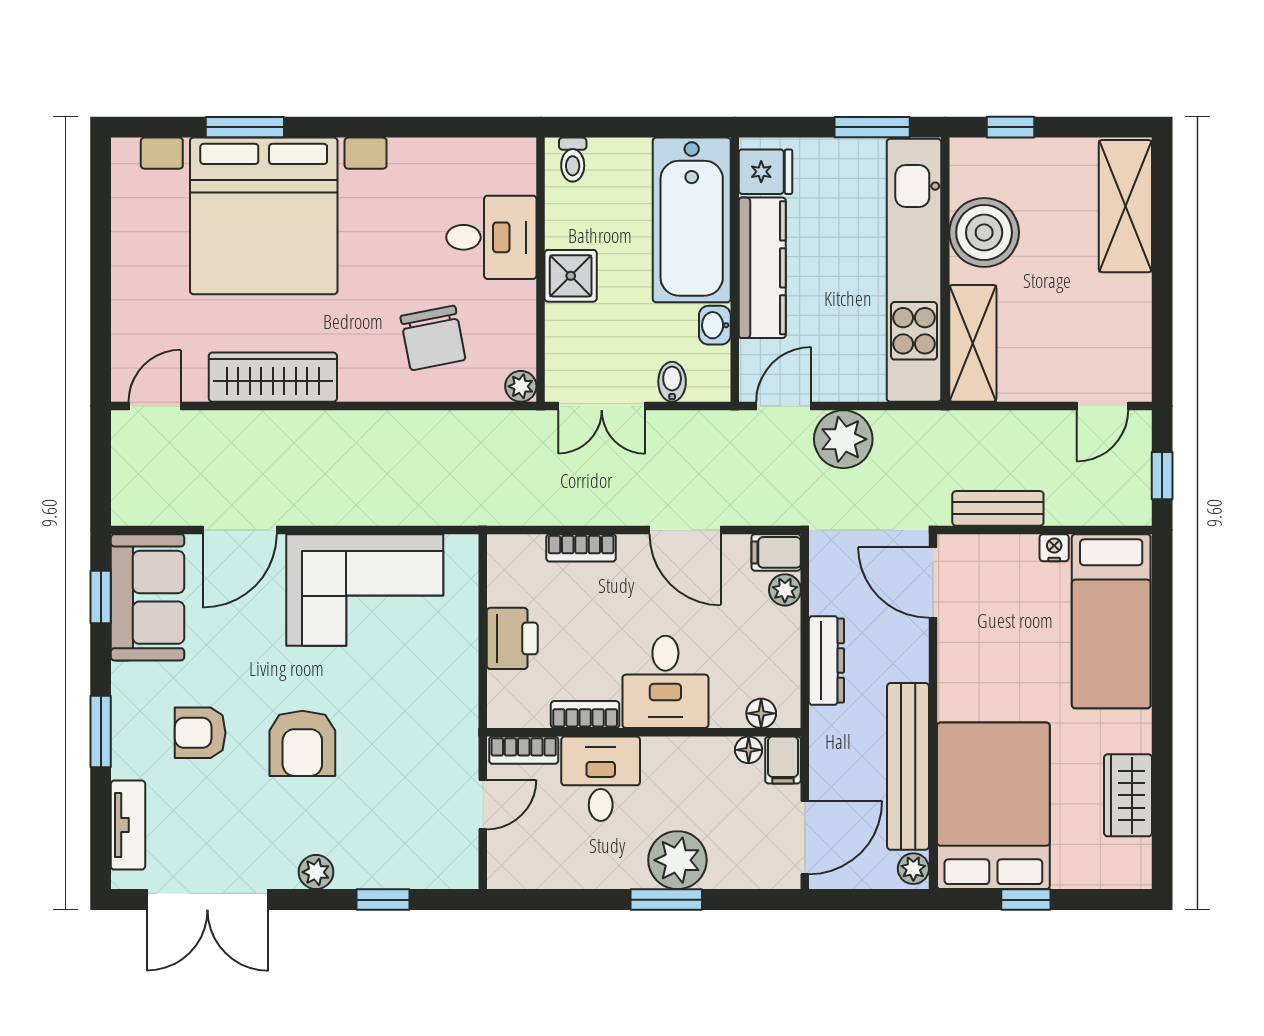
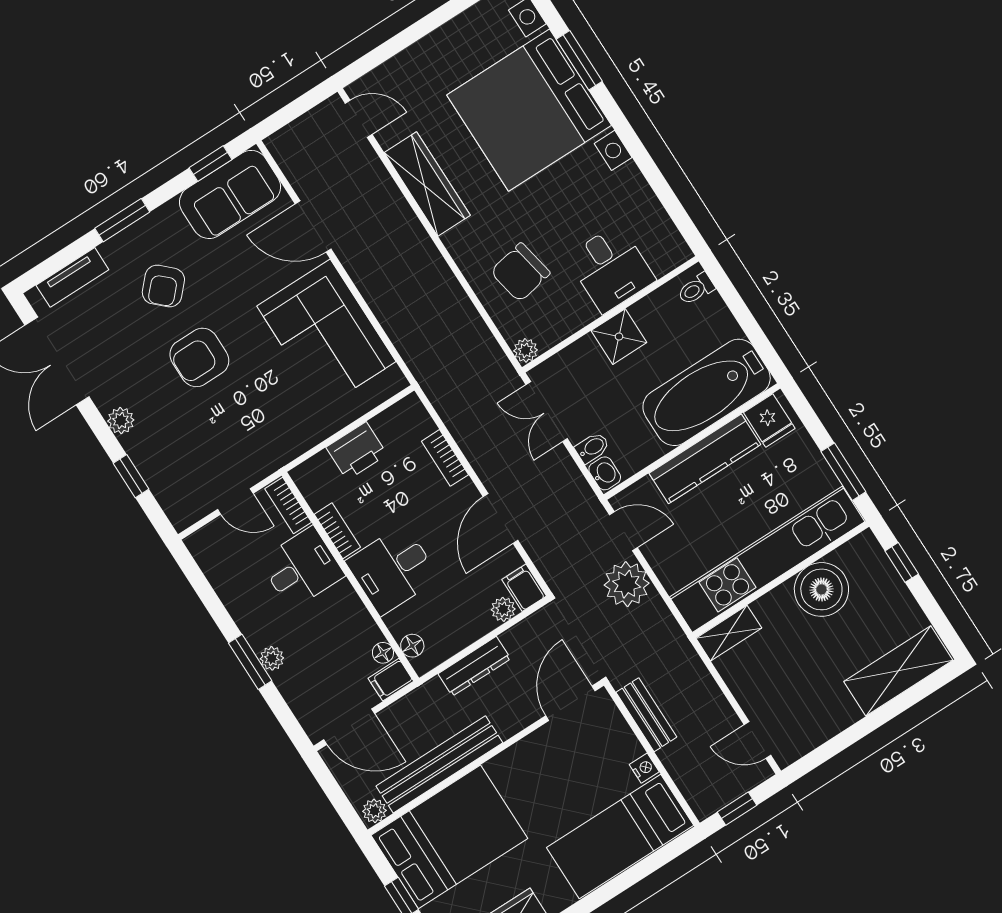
washbasin: (715, 325) -> (605, 473), moved, turned 90
shelving: (973, 343) -> (729, 633), width x0.67, depth x0.75
armchair: (200, 733) -> (163, 286), turned -137
plant: (677, 860) -> (272, 658), width x0.53, depth x0.53

